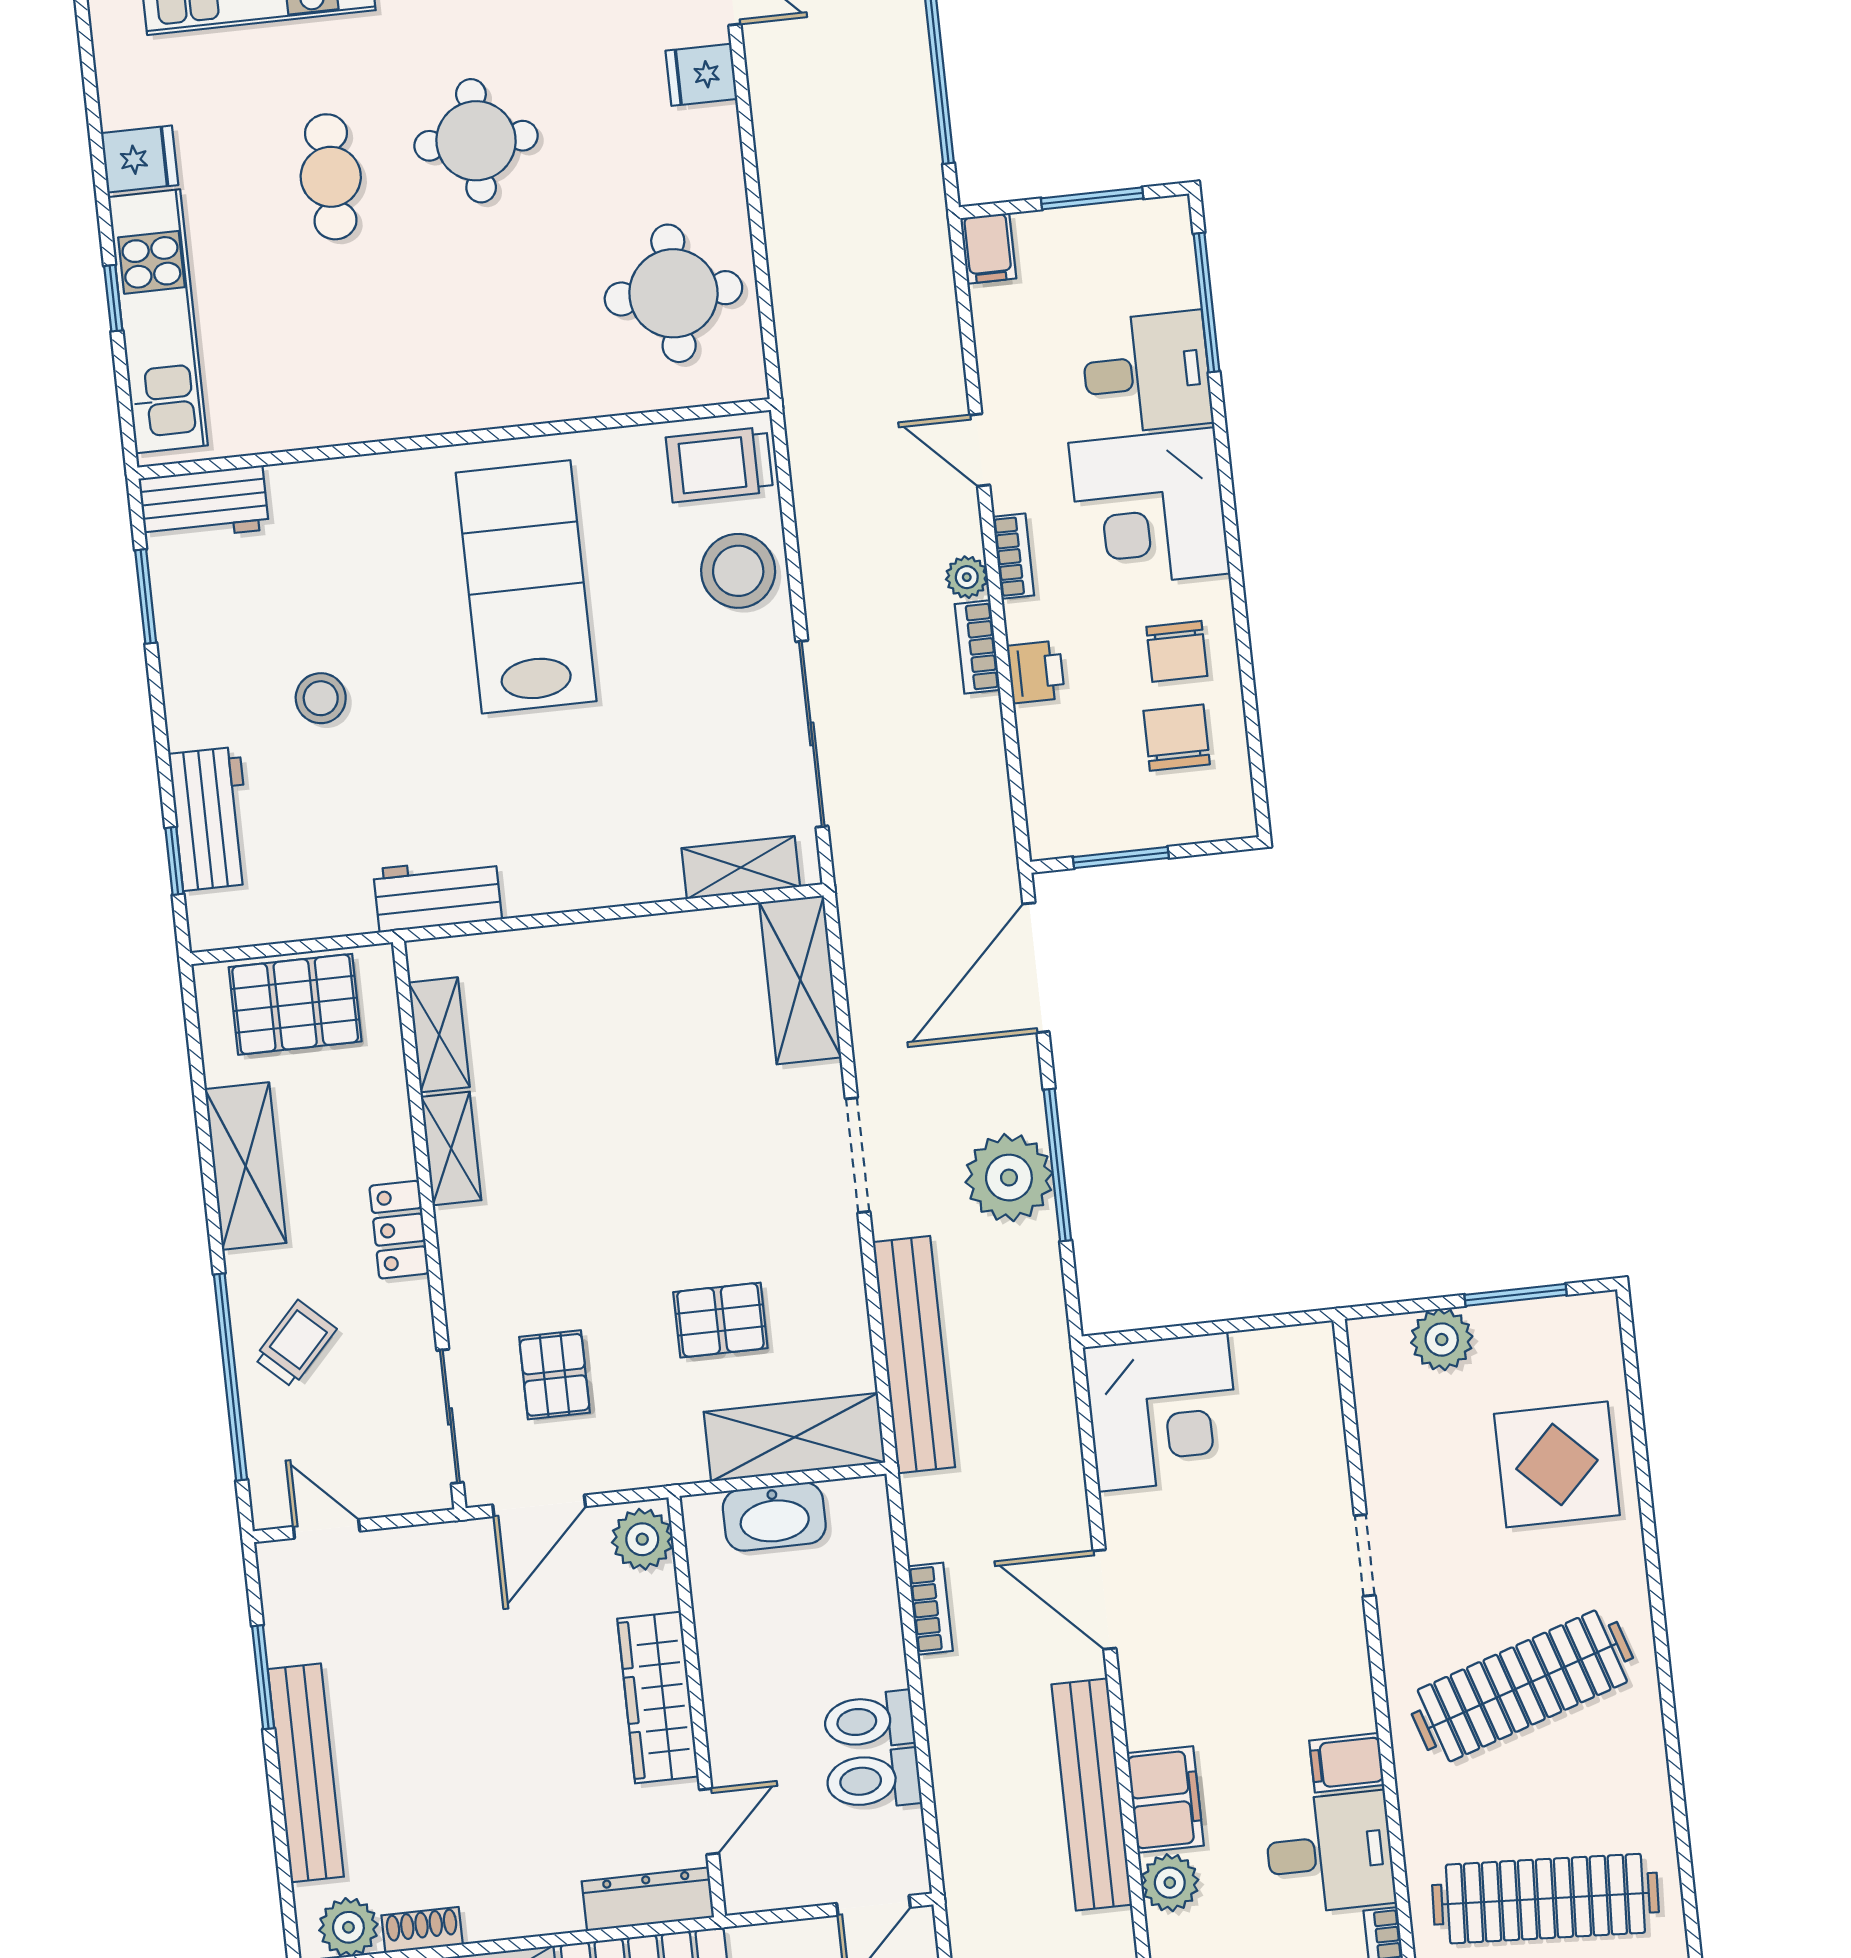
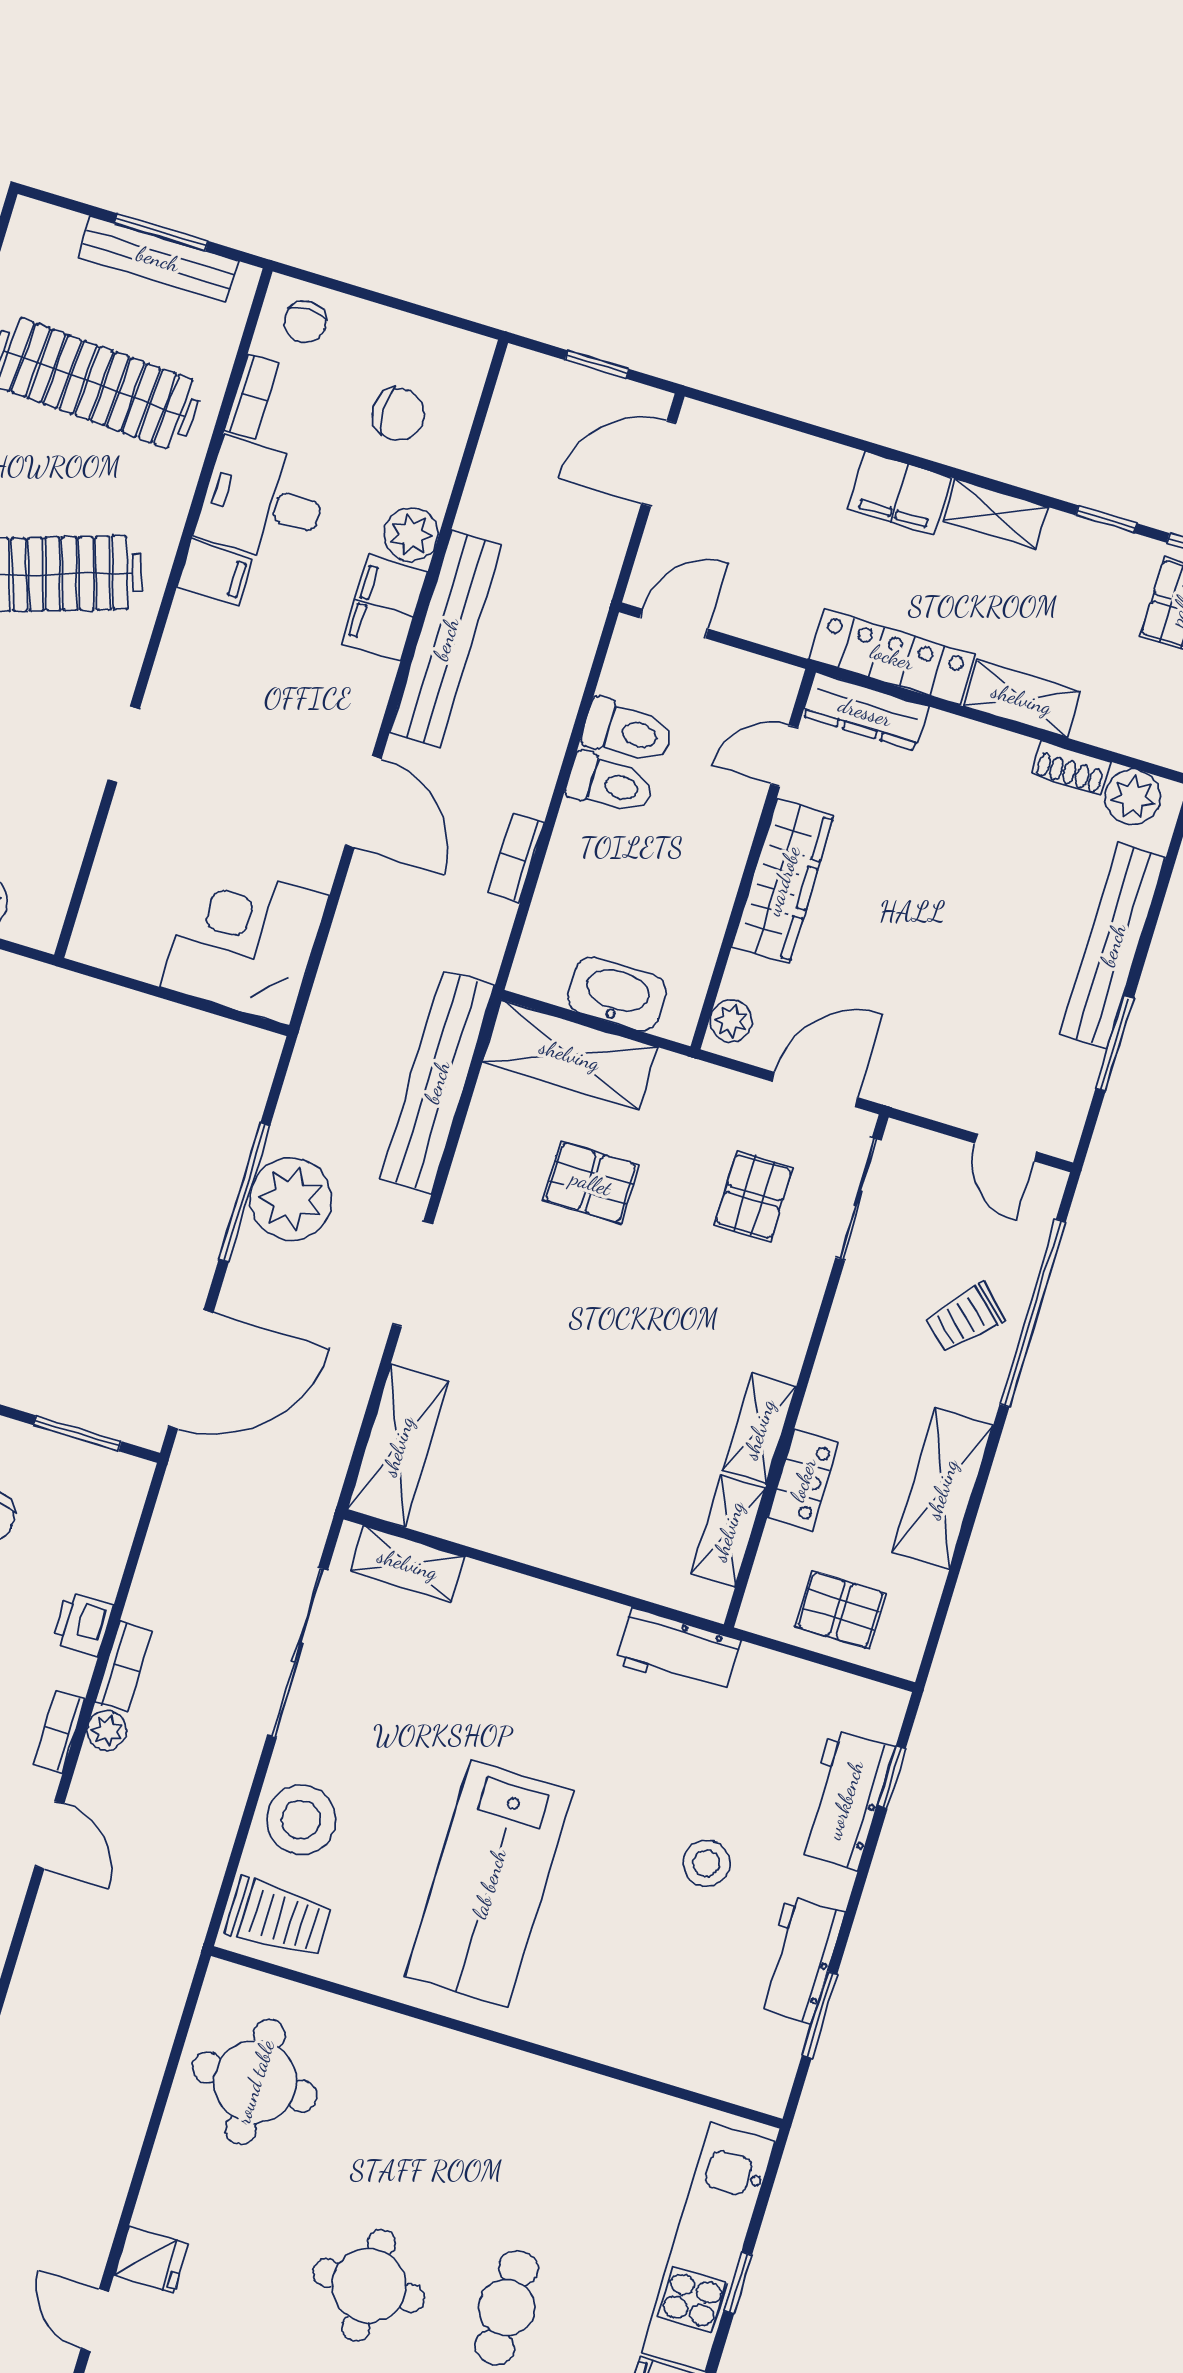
workbench: (204, 504) -> (800, 1959), moved, turned -90
pallet: (295, 1004) -> (841, 1610), width x0.67, depth x0.71
locker: (399, 1230) -> (803, 1480), moved
plant: (642, 1539) -> (731, 1021), width x0.73, depth x0.73

